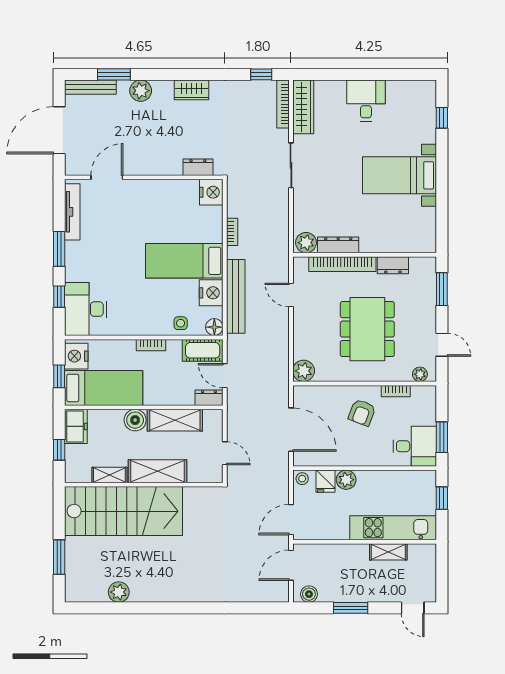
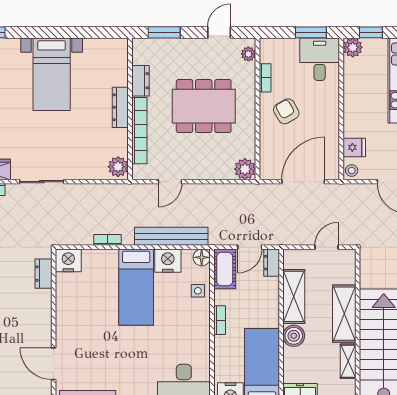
dresser: (338, 245) -> (120, 107), moved
armchair: (362, 413) -> (286, 111), turned -141
plant: (346, 480) -> (353, 47), moved

